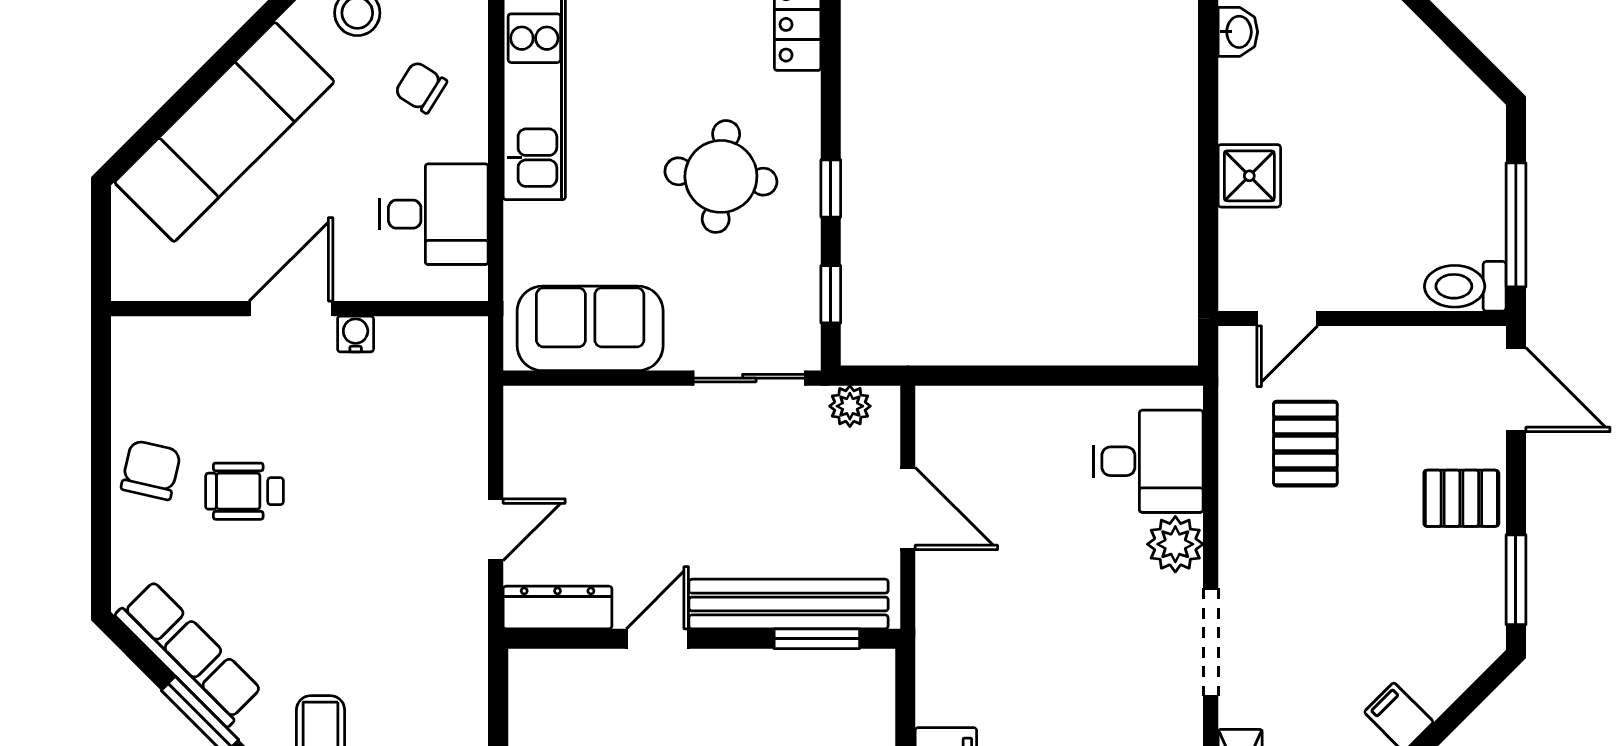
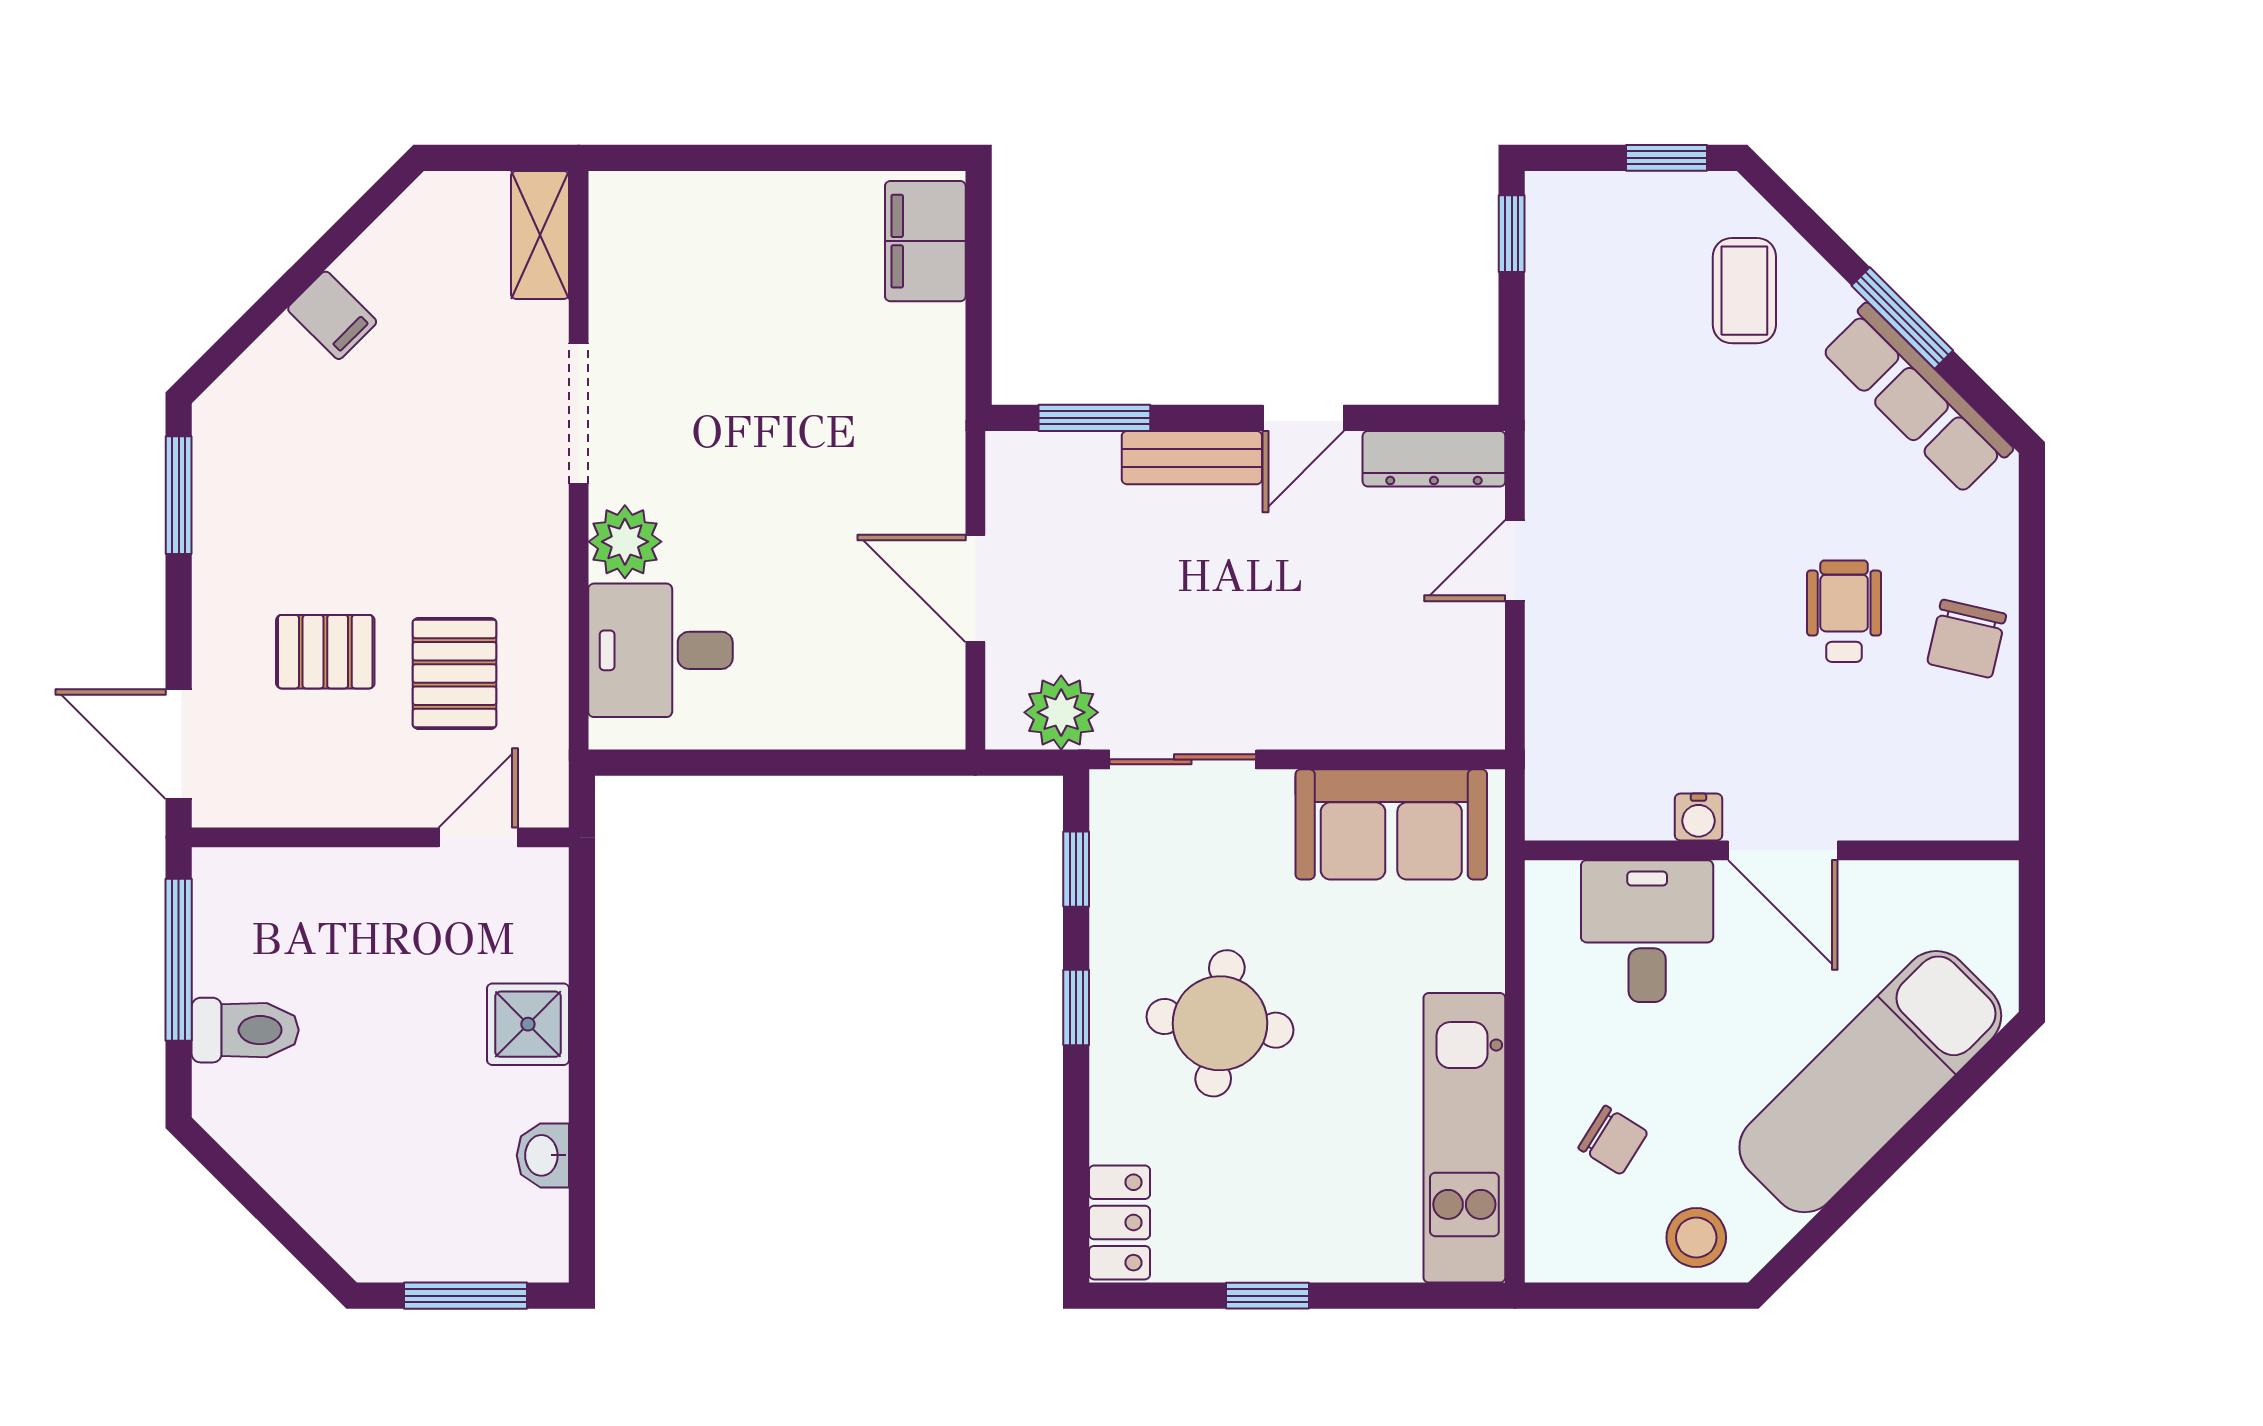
washbasin: (1238, 32) -> (543, 1155), moved
desk: (434, 214) -> (1647, 931), moved, turned 90
toilet: (1465, 286) -> (245, 1030), moved
door: (291, 309) -> (1783, 850), hinge flipped
plant: (850, 406) -> (1061, 712), width x1.38, depth x1.38
wheelchair: (244, 491) -> (1844, 611), turned -90
pallet: (1461, 498) -> (325, 652), moved
bench: (789, 604) -> (1192, 458), width x0.54, depth x0.82

